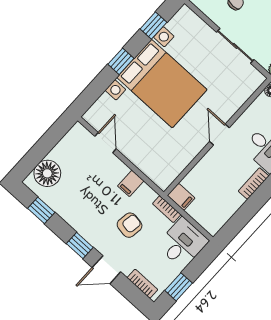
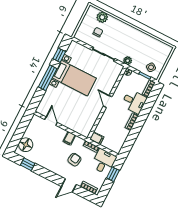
window: (121, 61) -> (48, 78), width x2.17
bed with nightstands: (162, 84) -> (74, 78), width x0.73
window: (80, 245) -> (52, 177), removed
window: (179, 287) -> (113, 174), moved

